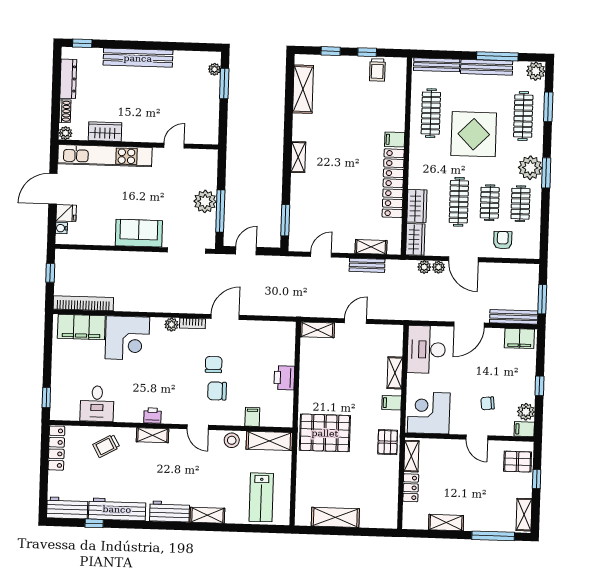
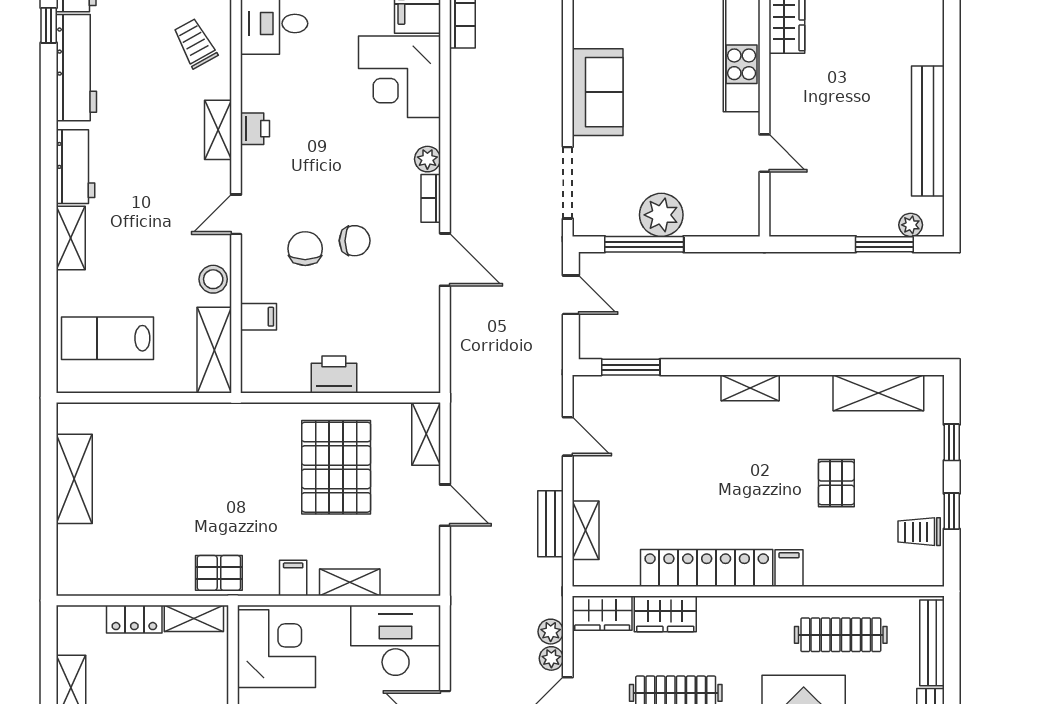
bench: (138, 58) -> (928, 131), moved
pallet: (350, 113) -> (836, 483), added
pallet: (325, 433) -> (336, 467), moved

